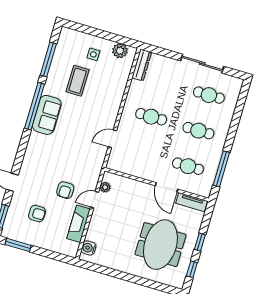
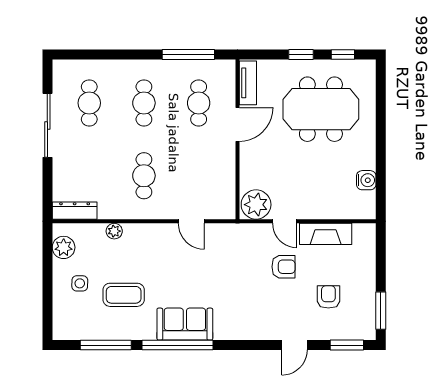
plant: (121, 87) -> (114, 231), added
plant: (105, 187) -> (256, 205), width x1.88, depth x1.88
water cooler: (89, 248) -> (366, 180), moved, turned -90

